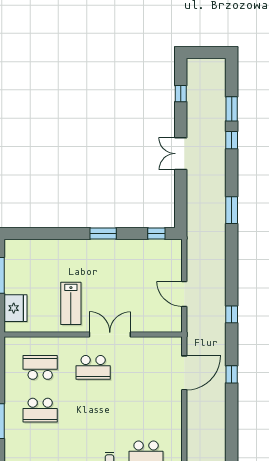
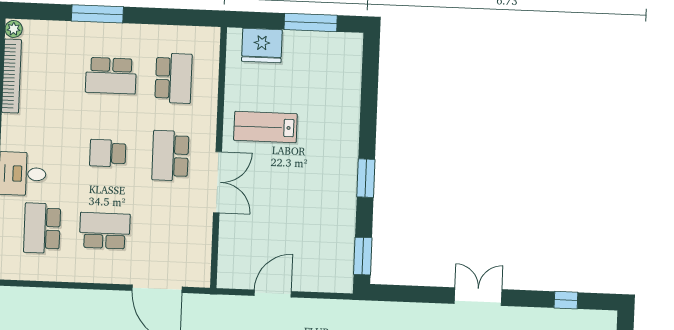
window: (156, 233) -> (363, 256), width x1.50
school desk: (40, 410) -> (111, 76), turned -90
school desk: (93, 410) -> (108, 153), added
school desk: (146, 410) -> (105, 231), added

